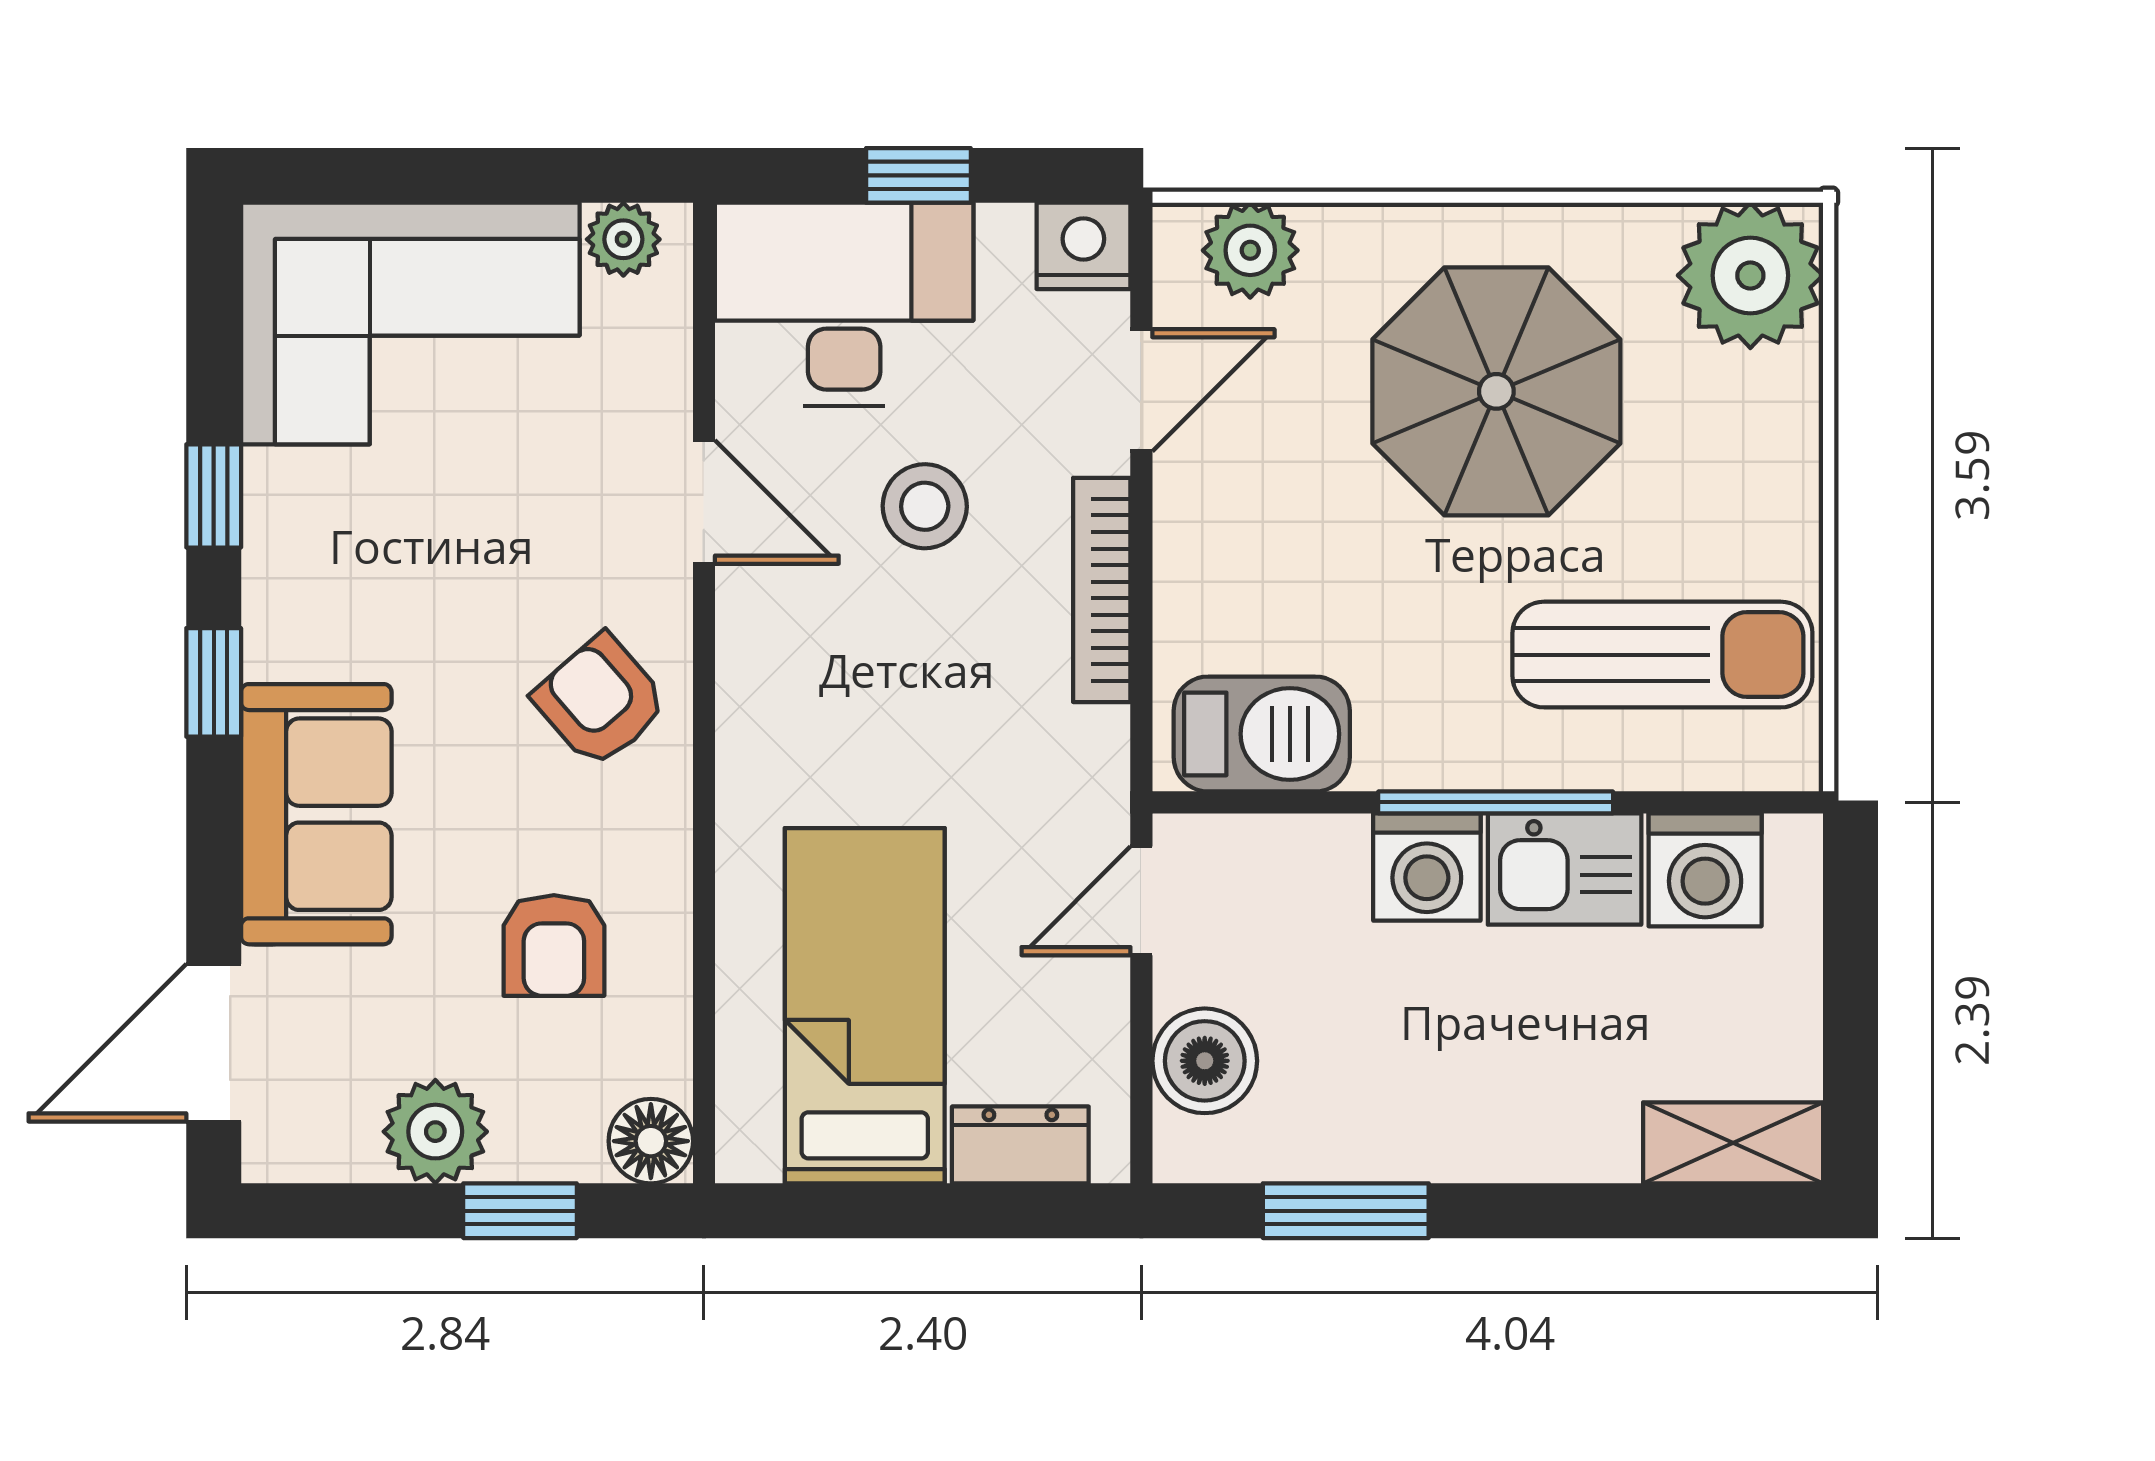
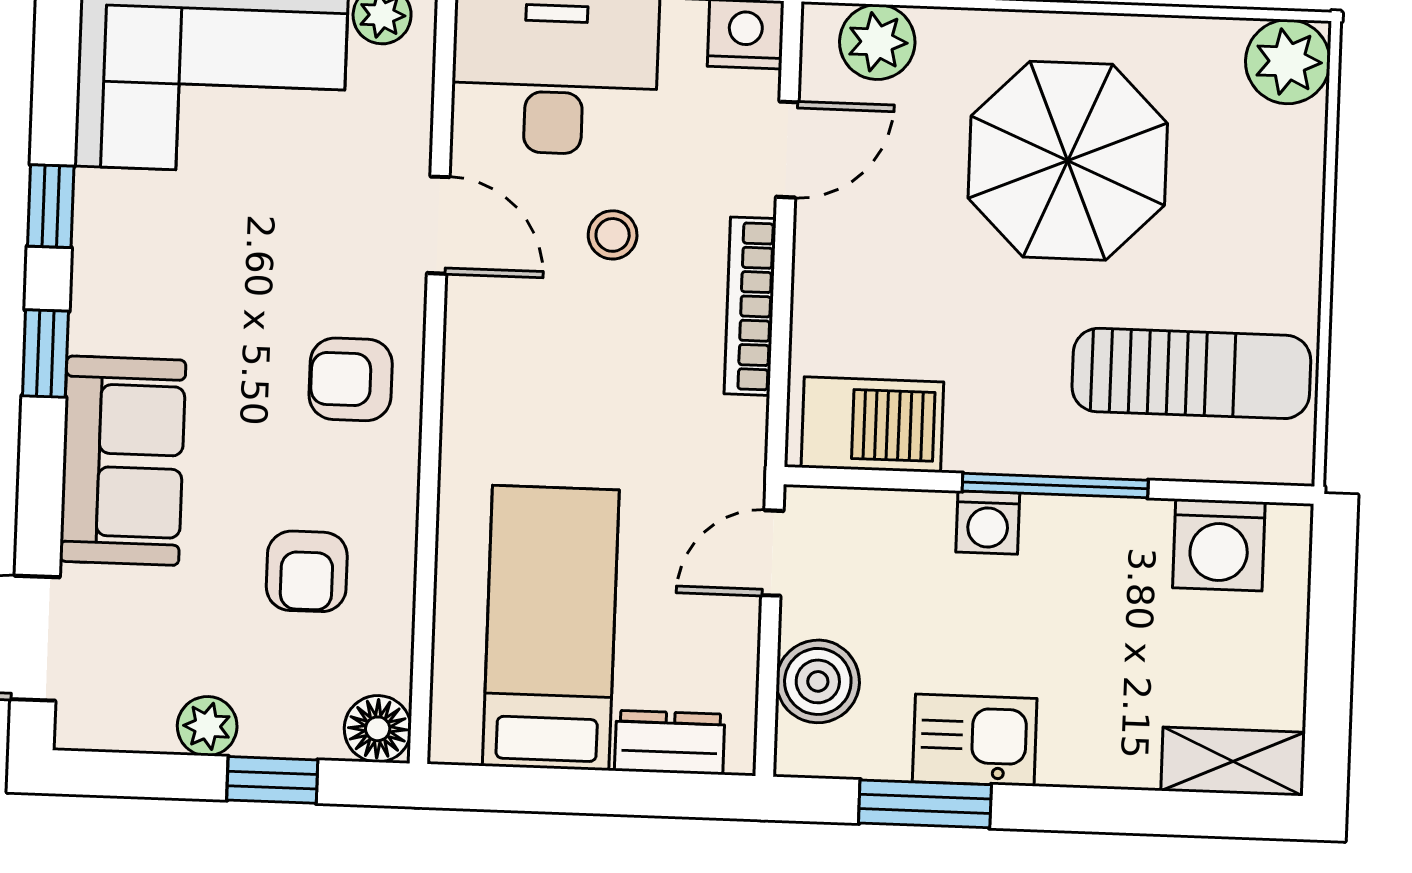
plant: (1750, 275) -> (1288, 62), width x0.73, depth x0.73
stool: (925, 506) -> (613, 235), width x0.73, depth x0.73
armchair: (600, 701) -> (351, 379), turned -49
washing machine: (1427, 867) -> (988, 523), width x0.73, depth x0.73
kitchen sink: (1565, 869) -> (975, 740), moved, turned 180
plant: (435, 1132) -> (207, 726), width x0.73, depth x0.73

